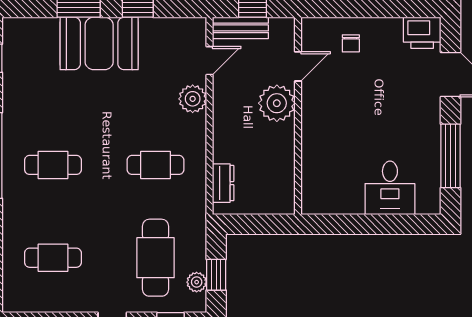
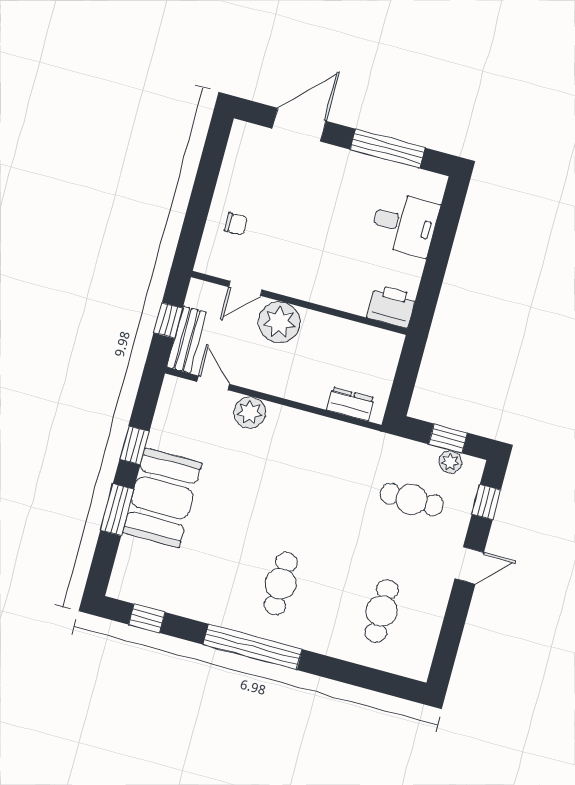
printer: (422, 33) -> (392, 306), moved, turned -90
door: (298, 66) -> (245, 288), swing flipped
cafe table: (156, 165) -> (311, 472), removed
cafe table: (156, 258) -> (412, 499), width x0.73, depth x0.74

